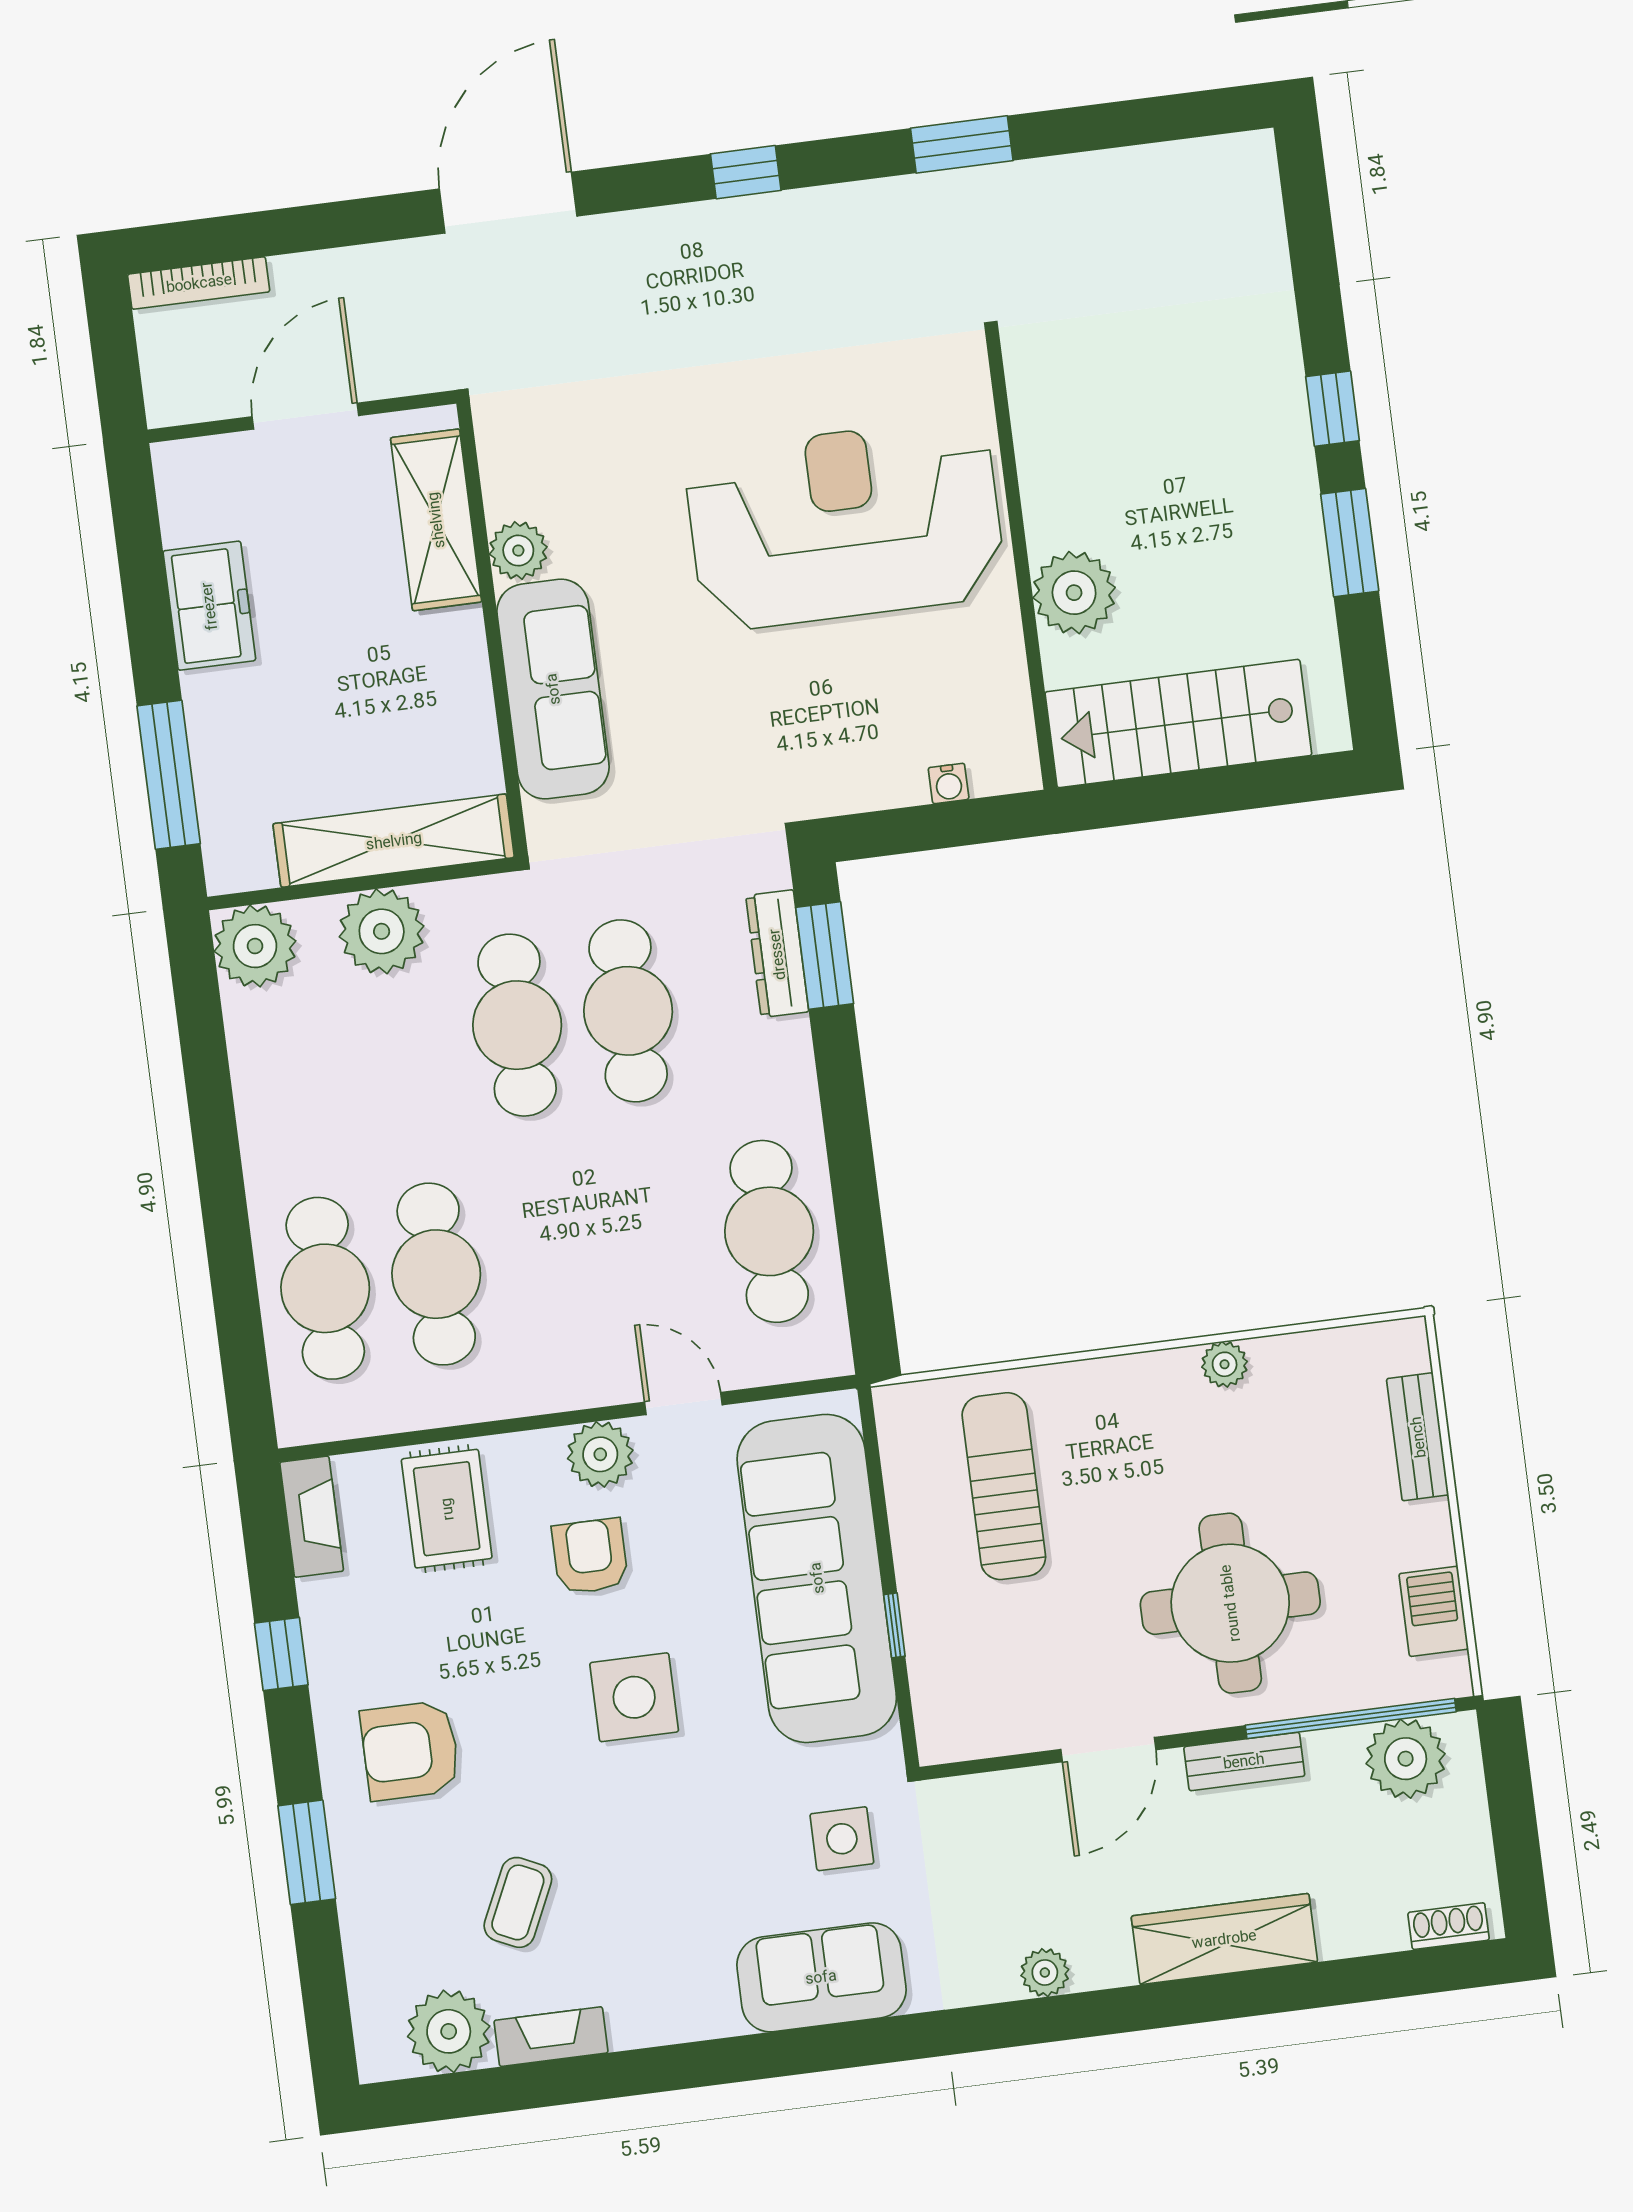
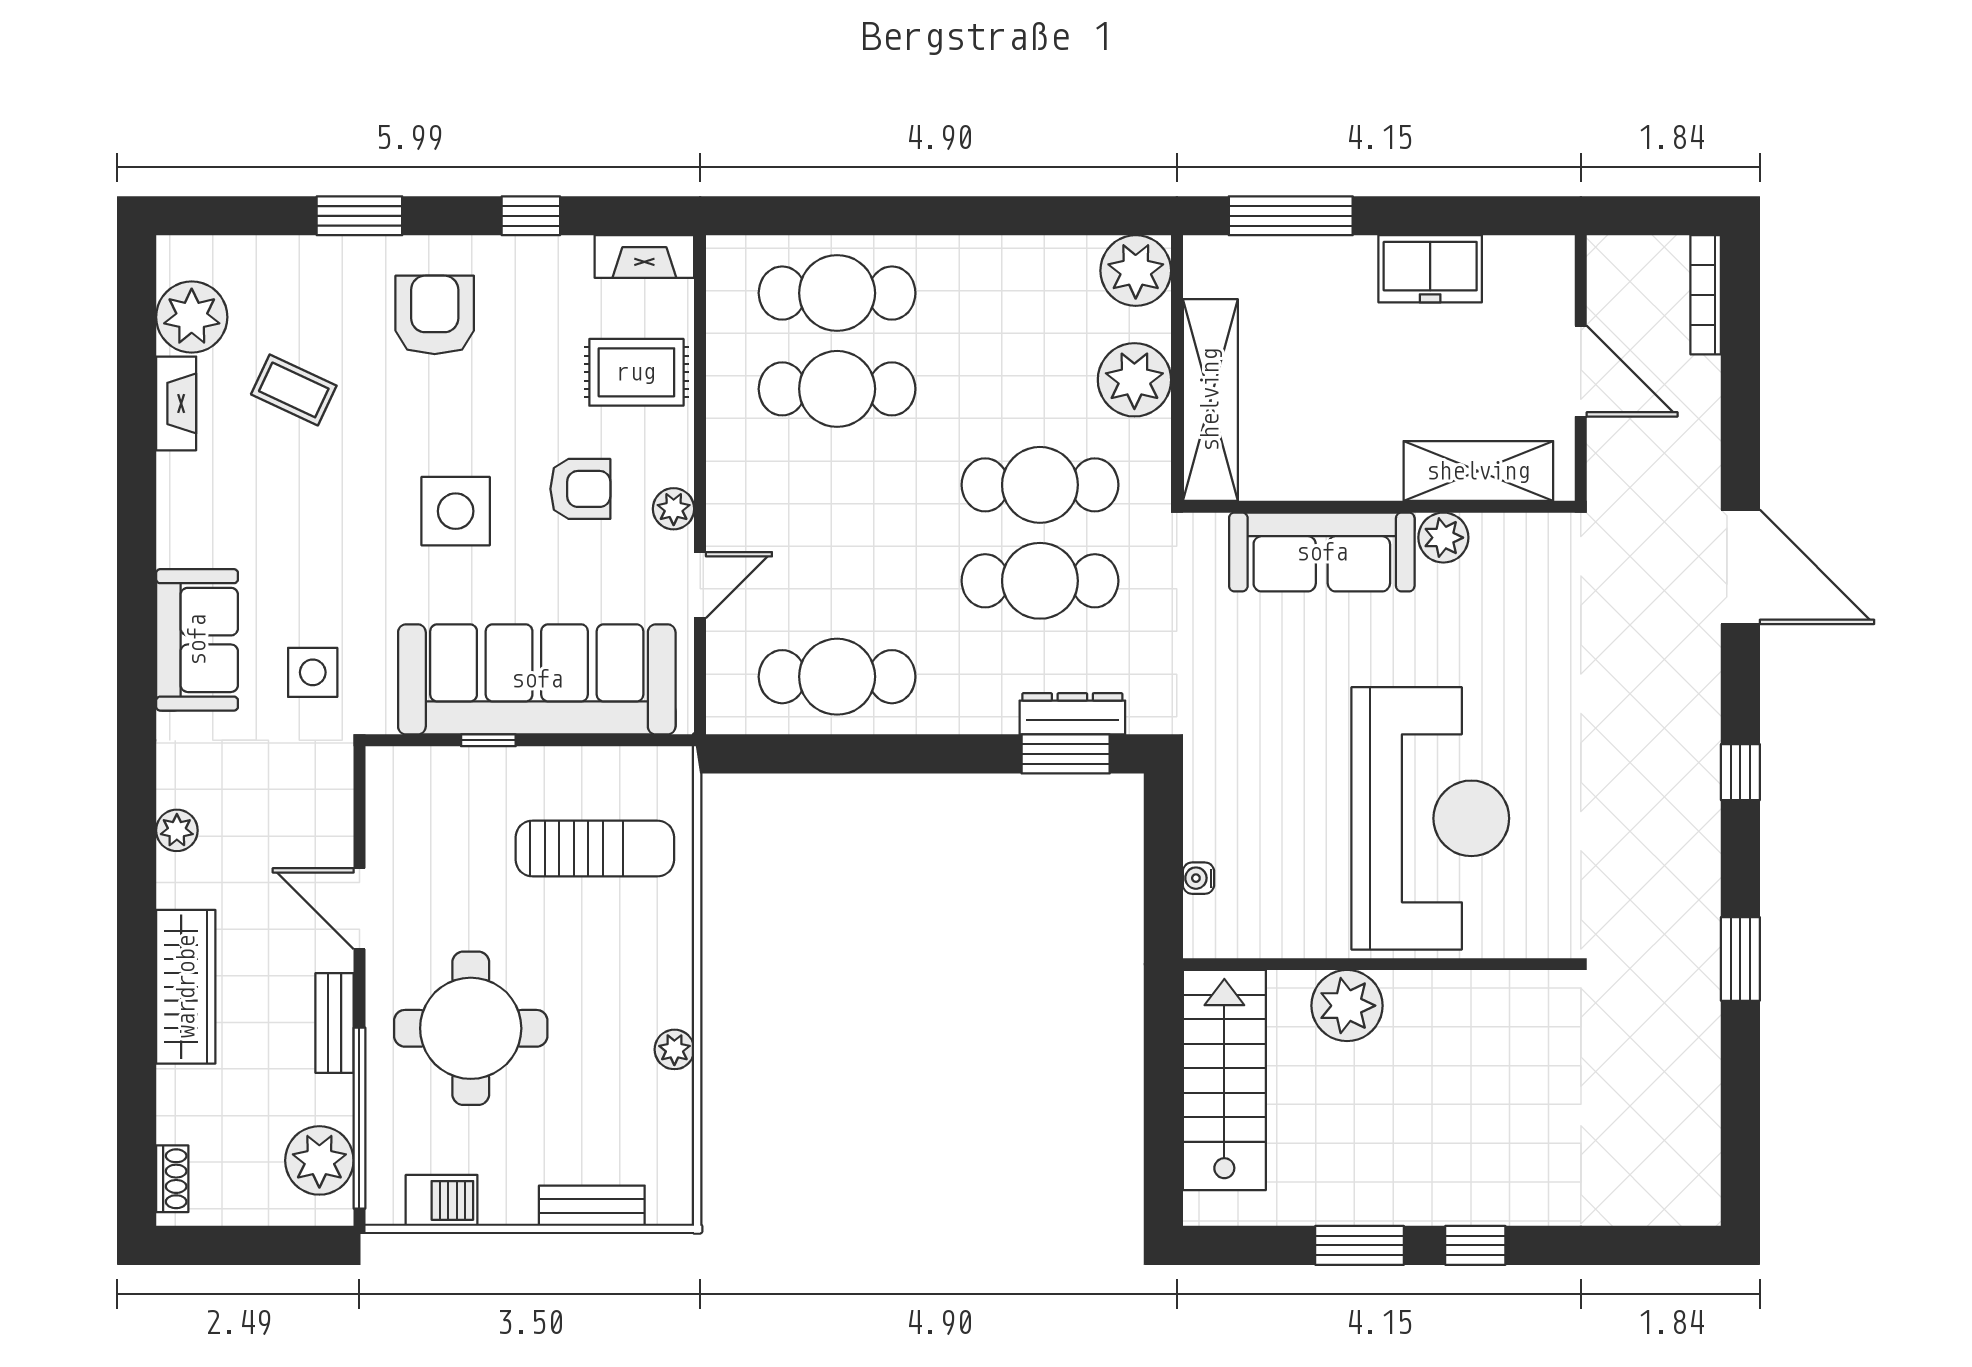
plant: (600, 1454) -> (674, 509), width x0.73, depth x0.73

